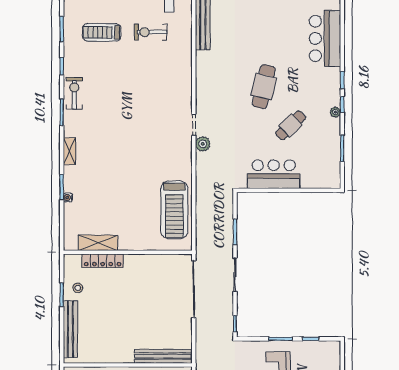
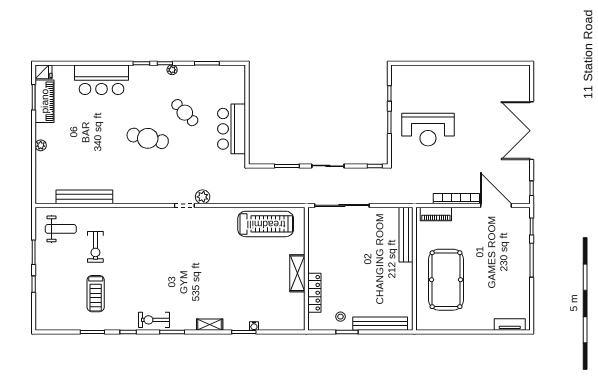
shelving: (98, 243) -> (297, 273), moved

